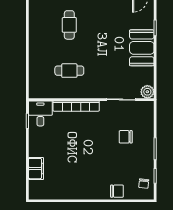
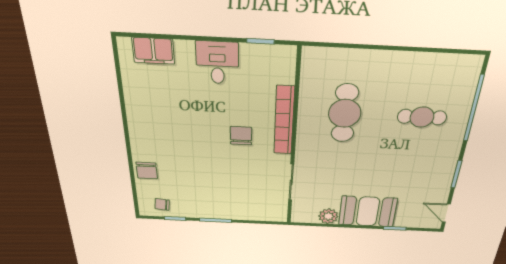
cafe table: (69, 71) -> (345, 113), width x1.37, depth x1.35
plant: (147, 92) -> (328, 216), moved
desk: (40, 113) -> (217, 63), moved, turned -90
chair: (126, 137) -> (241, 136), moved
filing cabinet: (36, 169) -> (153, 51), moved

